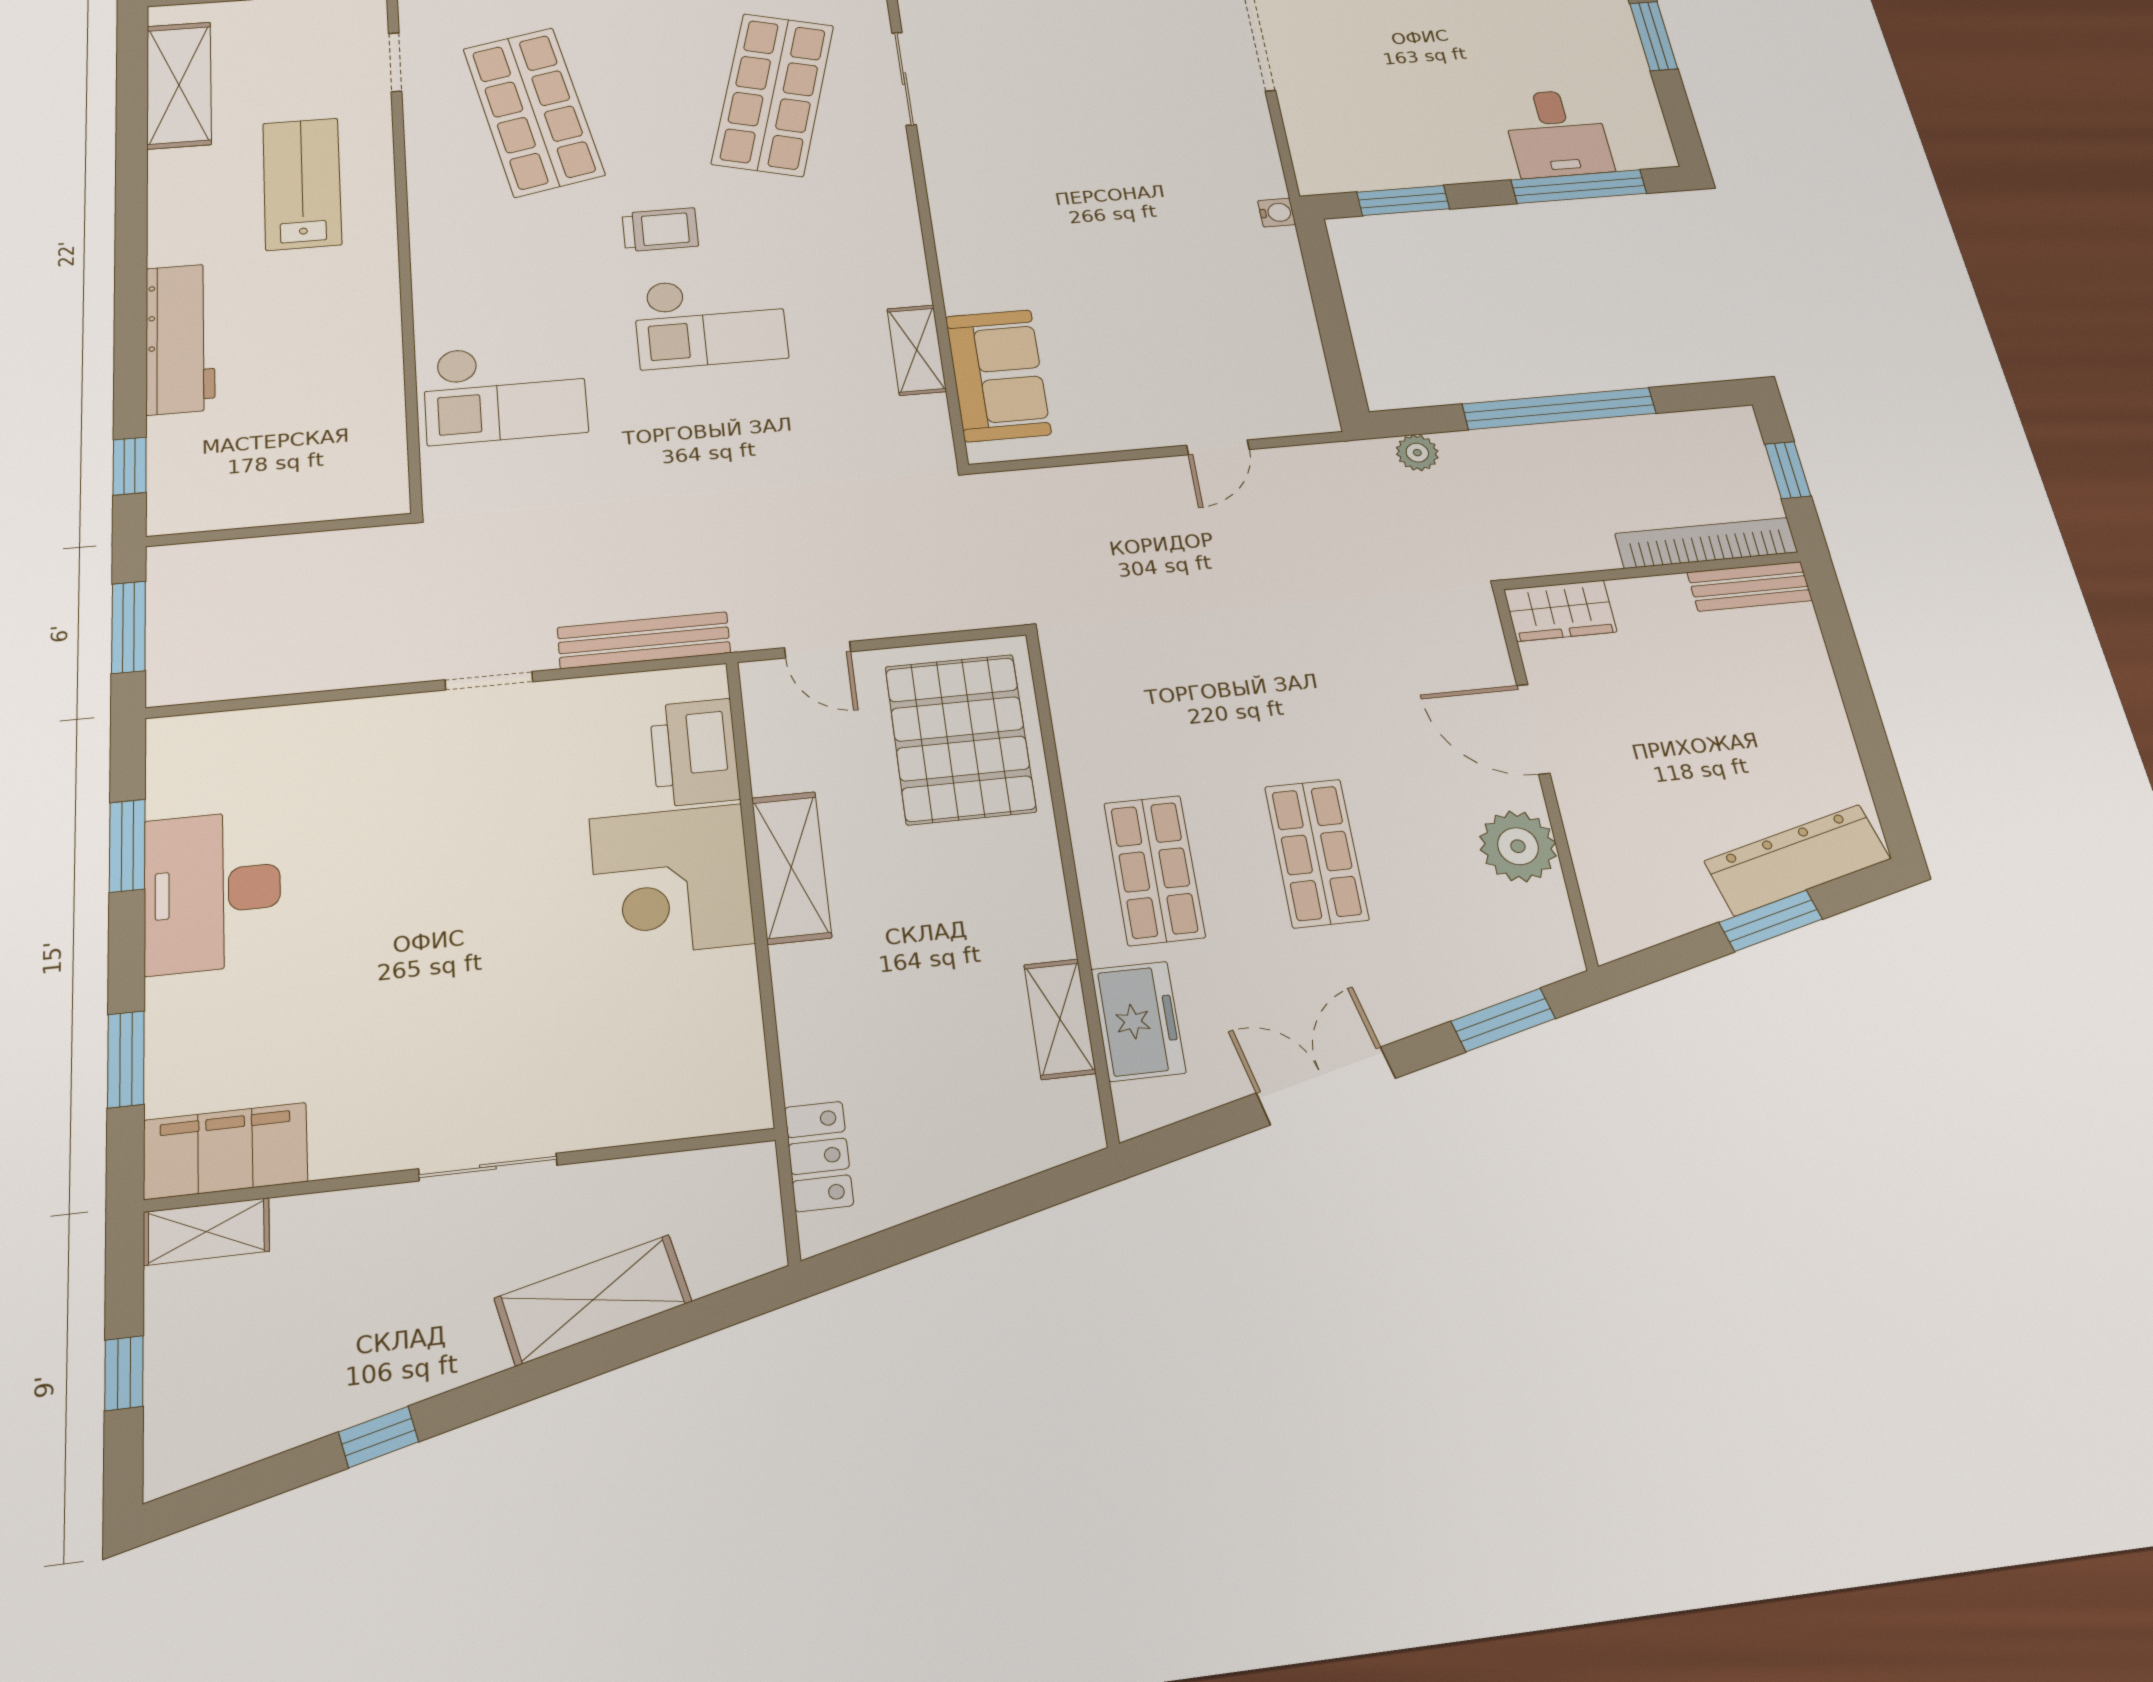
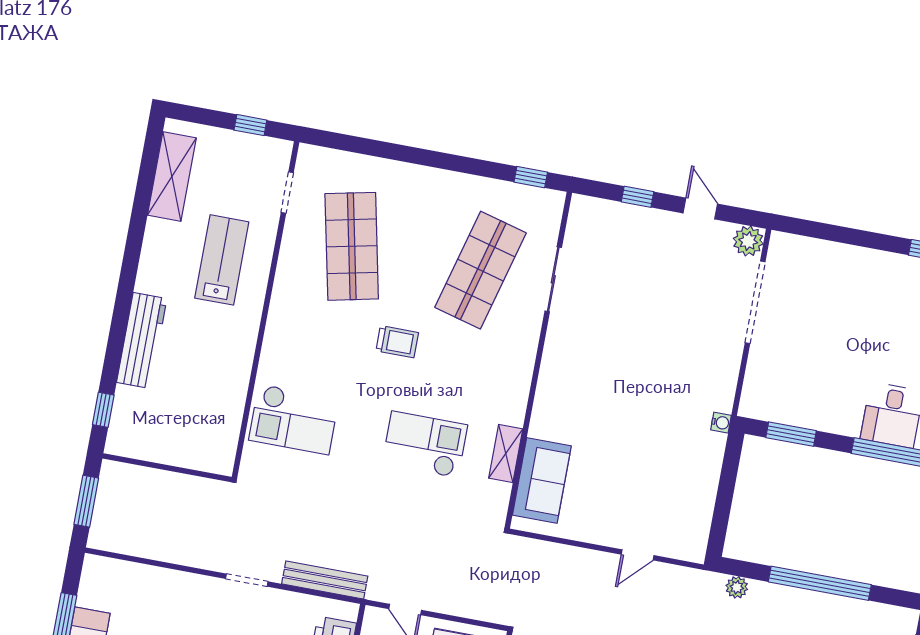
checkout: (710, 321) -> (425, 445), moved, turned 180

